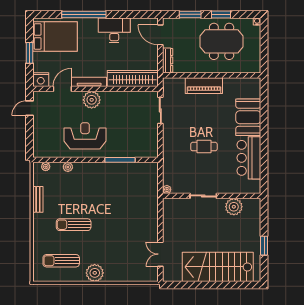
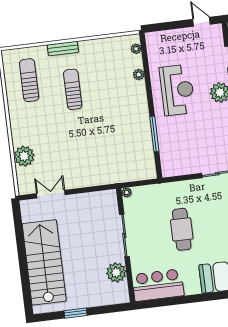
cafe table: (204, 147) -> (182, 229), width x1.37, depth x1.35
bar counter: (249, 158) -> (158, 285), moved
sliding door: (203, 196) -> (124, 236), width x1.37
bench: (38, 199) -> (63, 49), moved
plant: (95, 273) -> (24, 156), moved

